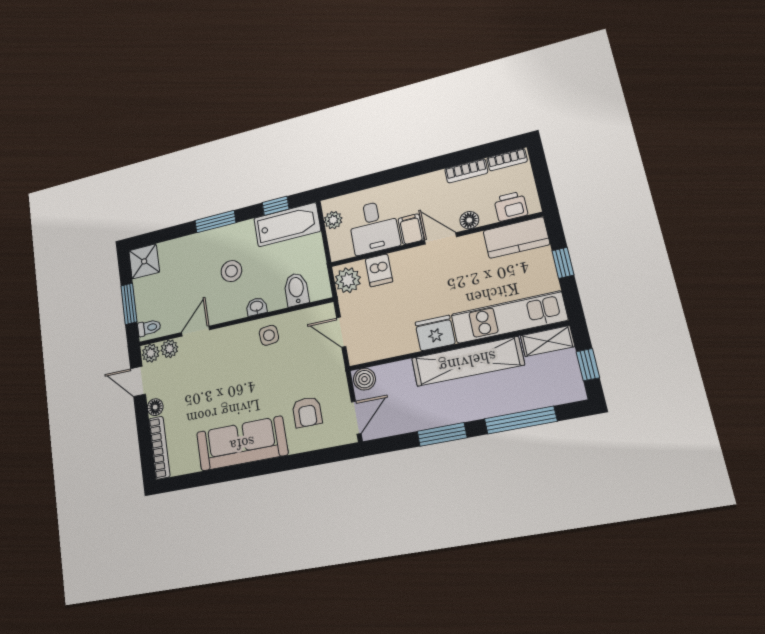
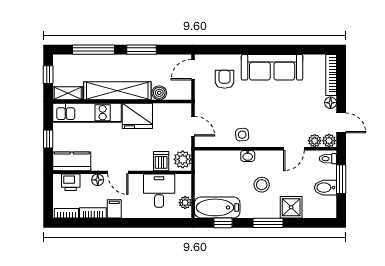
filing cabinet: (411, 229) -> (114, 209), moved, turned 180
shower: (144, 261) -> (291, 207), moved
bidet: (296, 289) -> (325, 188), moved, turned 90
fridge: (435, 333) -> (137, 116), width x1.36, depth x1.34
boiler: (364, 379) -> (159, 93), moved

